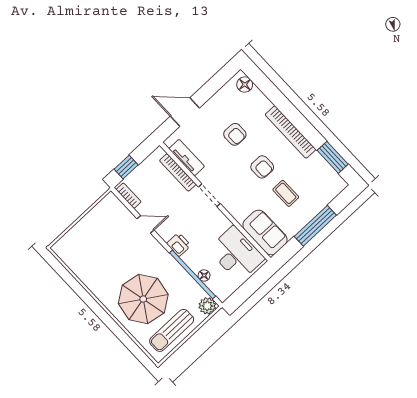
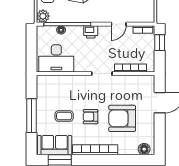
armchair: (235, 134) -> (122, 118), width x1.88, depth x1.88
tv unit: (187, 158) -> (134, 80), removed
sofa: (265, 232) -> (55, 145), moved, turned 180

